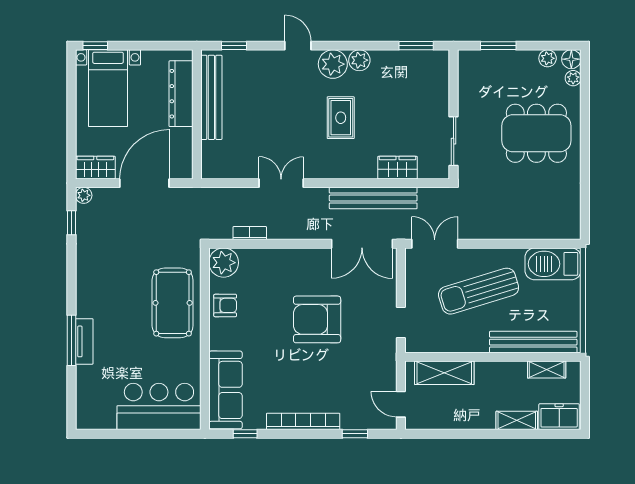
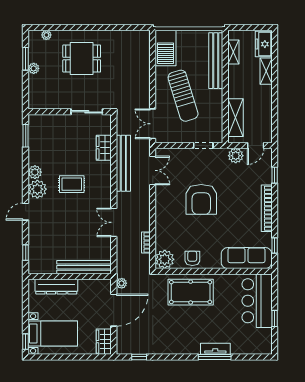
window: (498, 46) -> (26, 59), moved
plant: (548, 58) -> (34, 68), moved
floor lamp: (571, 59) -> (34, 36), removed
bench: (211, 97) -> (84, 267), moved
dining table: (536, 133) -> (82, 59), width x0.73
door: (144, 183) -> (114, 310), swing flipped
plant: (84, 195) -> (122, 283), moved
double door: (362, 244) -> (153, 170), width x0.73
plant: (385, 373) -> (236, 156), added
window: (131, 434) -> (275, 318), added

